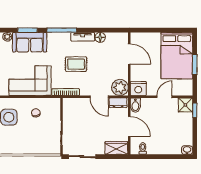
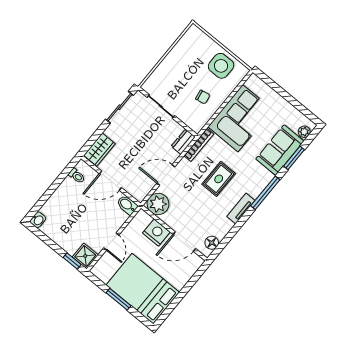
floor lamp: (100, 37) -> (212, 243), moved
nightstand: (138, 89) -> (156, 233), moved, turned 90
dresser: (118, 103) -> (183, 142), moved

